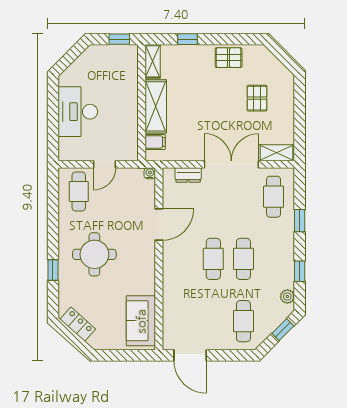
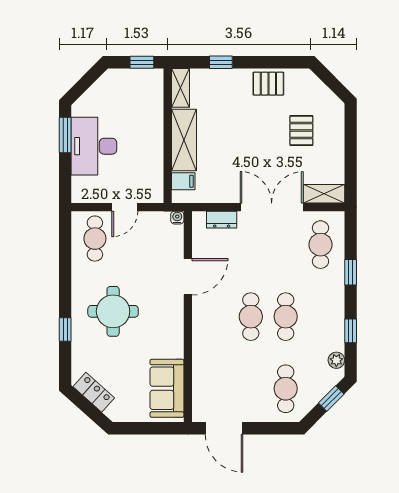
window: (53, 102) -> (65, 135), added

